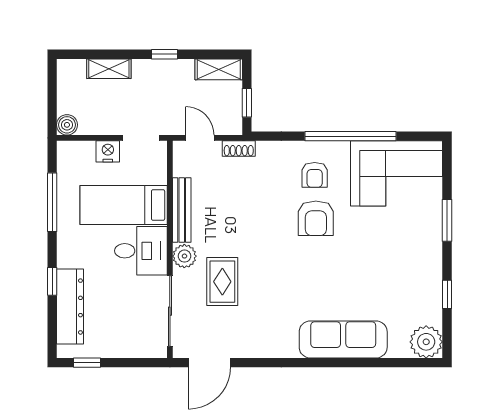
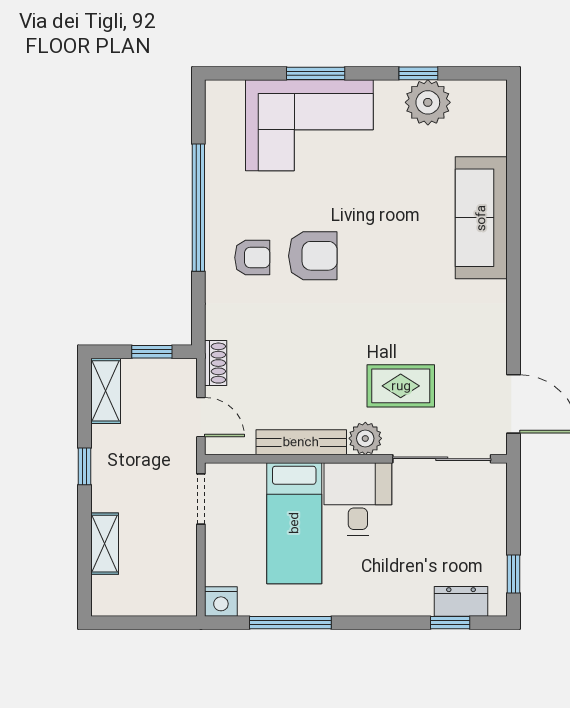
boiler: (67, 125) -> (183, 602), removed
door: (200, 138) -> (201, 417), swing flipped
nightstand: (108, 151) -> (221, 601), moved, turned -90
corner sofa: (397, 173) -> (309, 125), moved, turned 90
window: (52, 281) -> (450, 623), moved
dresser: (70, 307) -> (461, 601), width x0.51, depth x0.80
plant: (426, 342) -> (428, 102), moved

